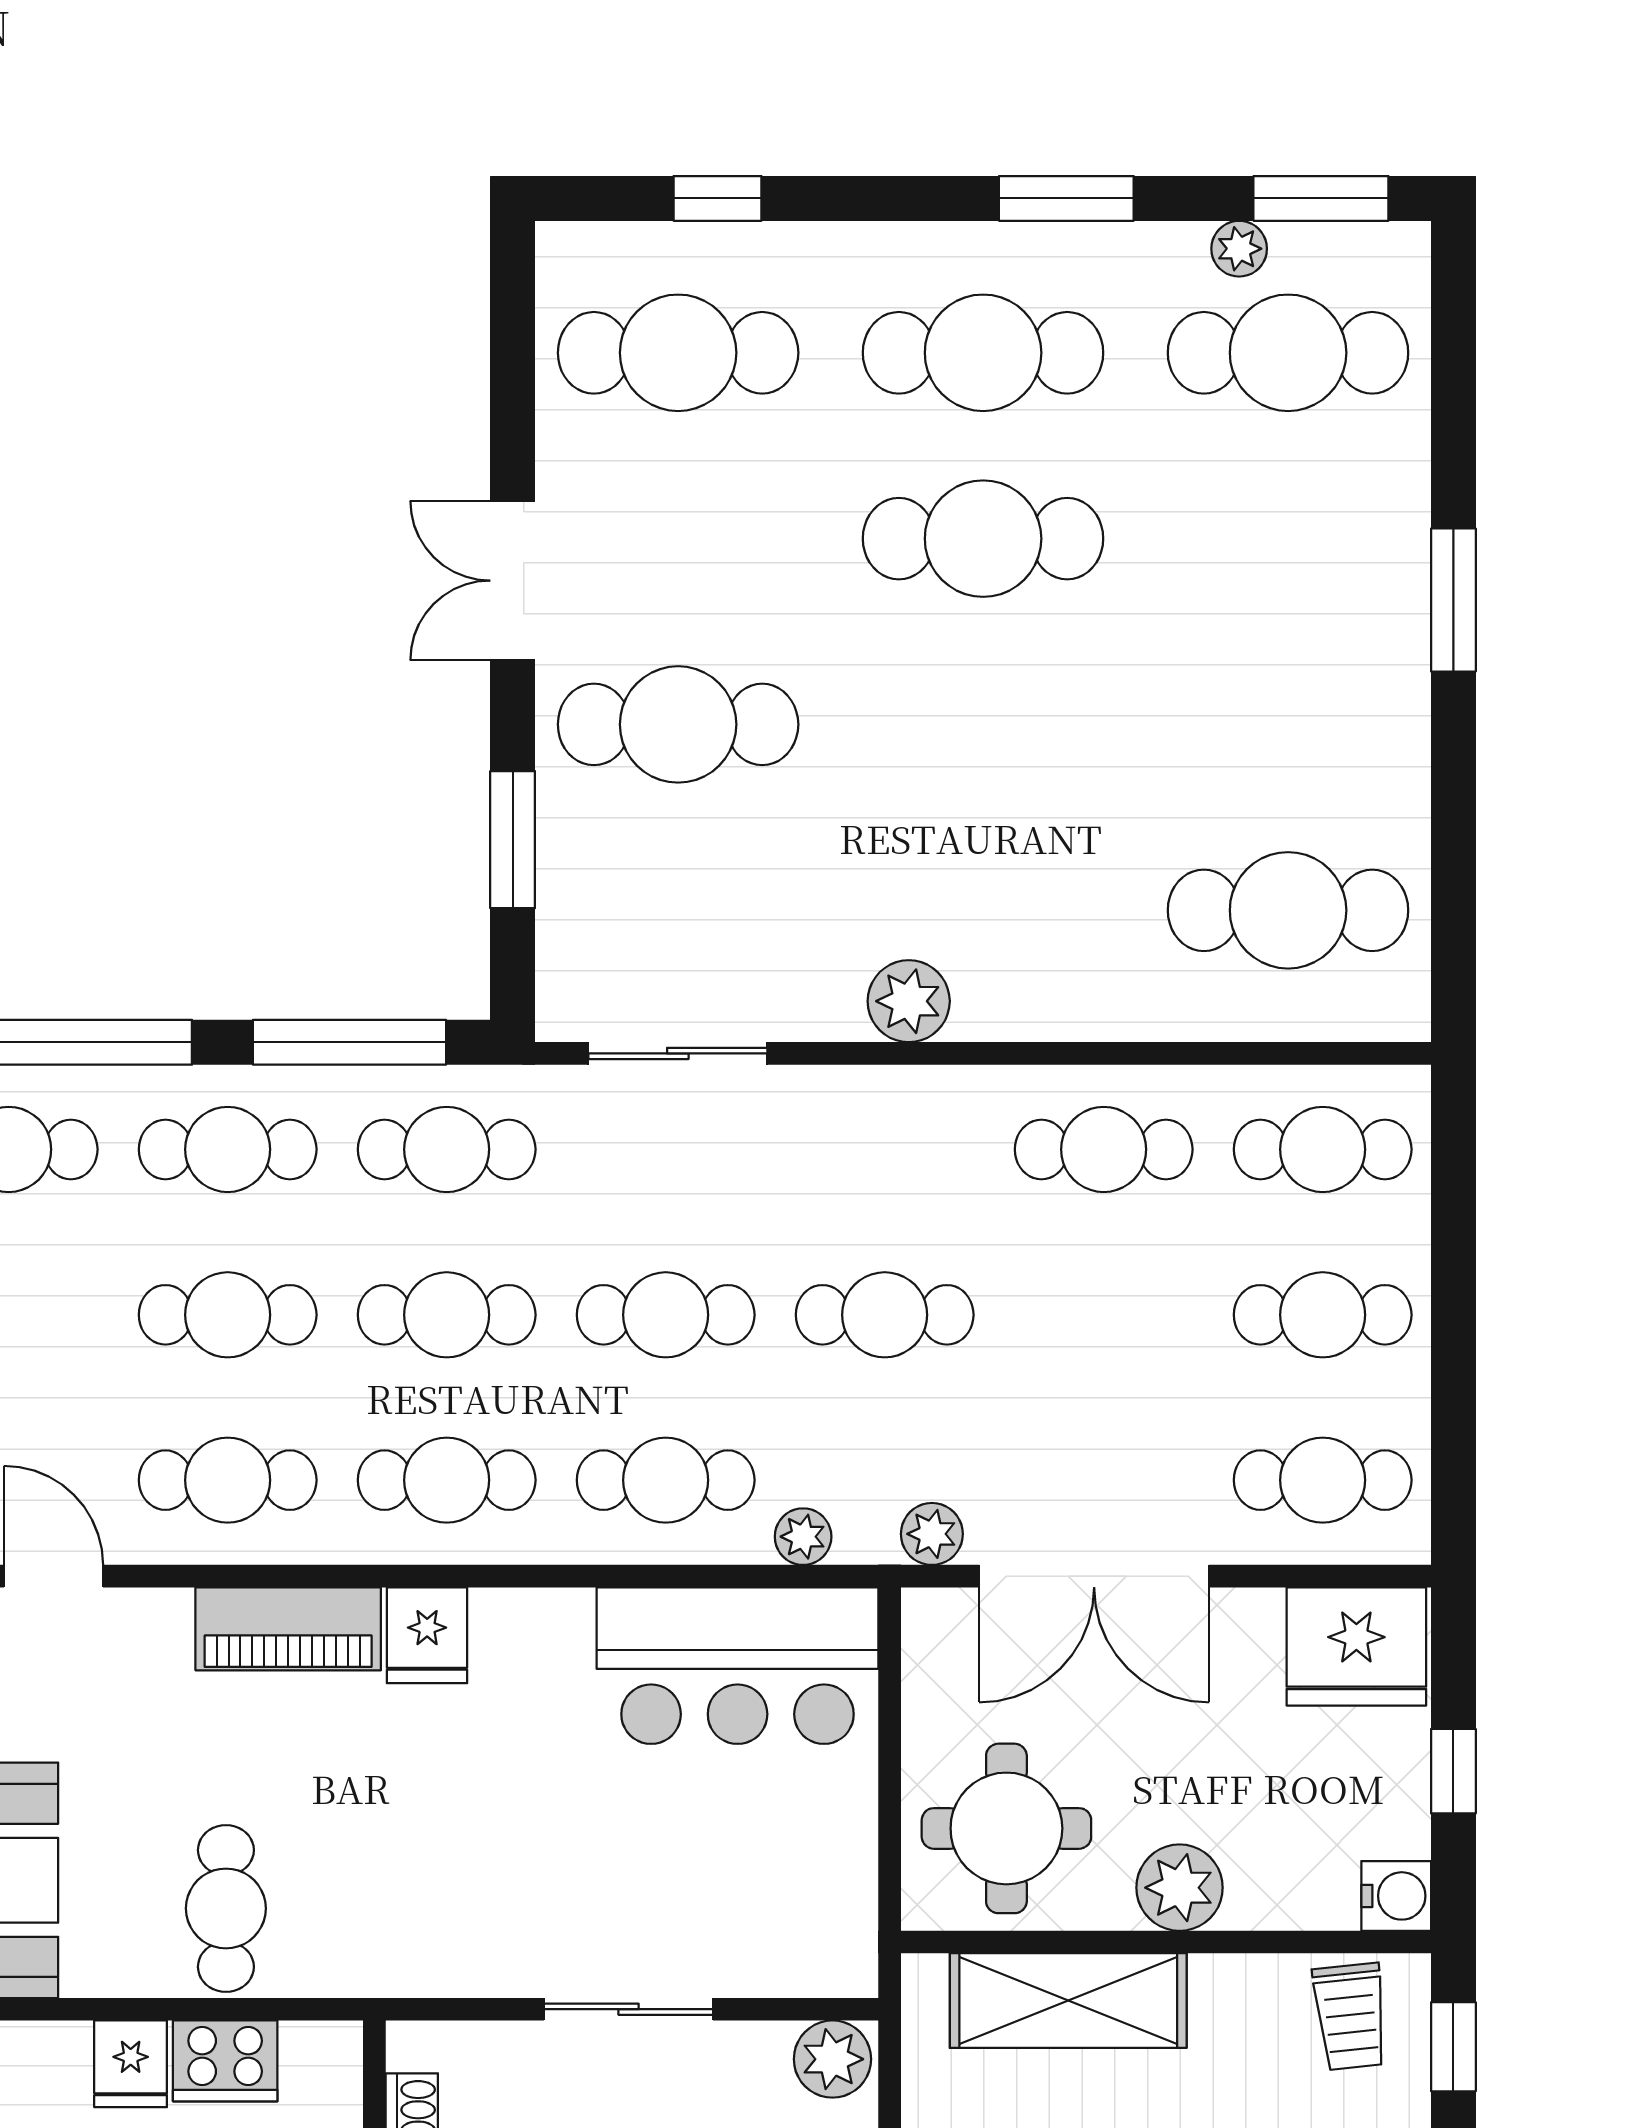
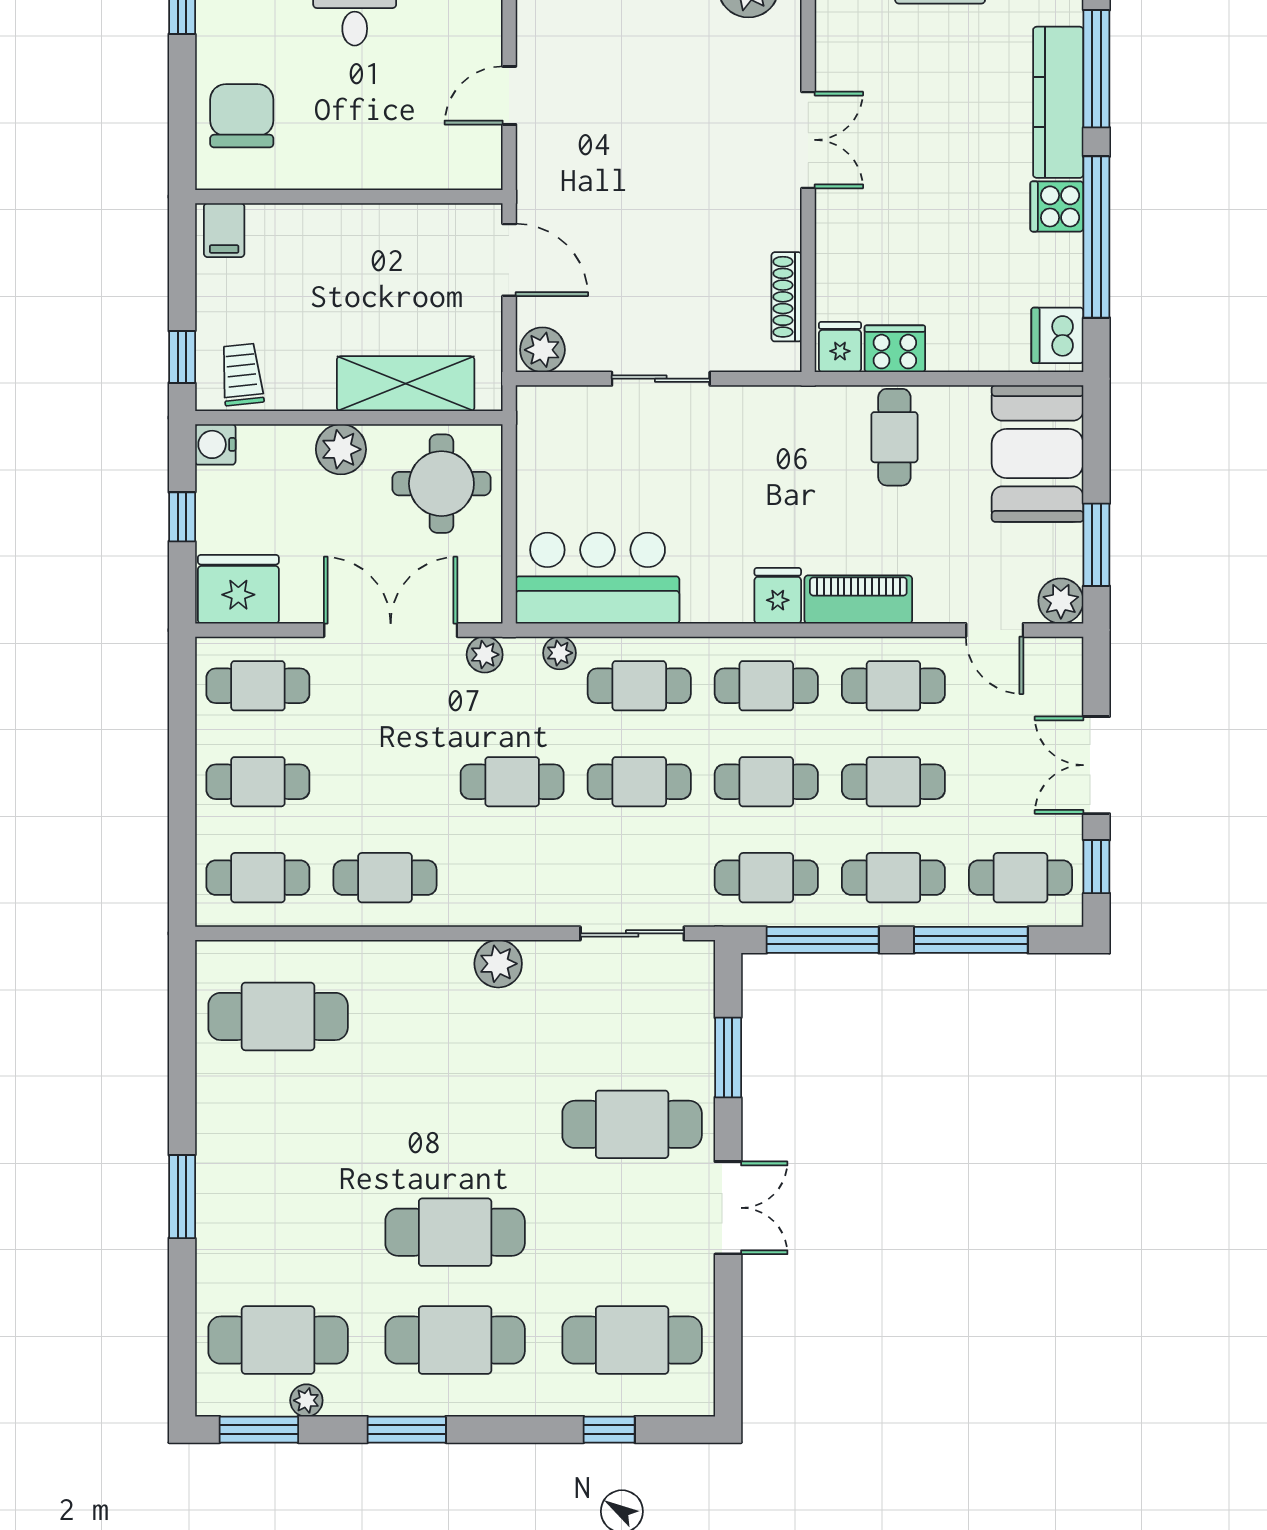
fridge: (131, 2064) -> (840, 347), moved

